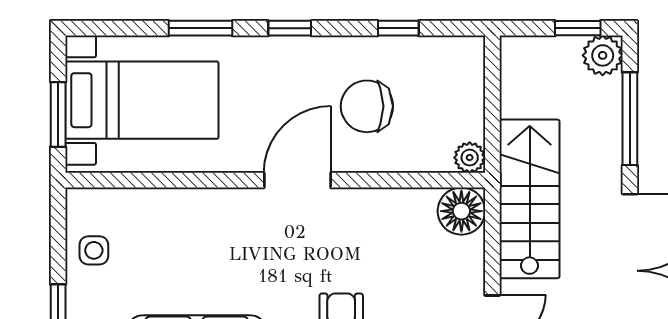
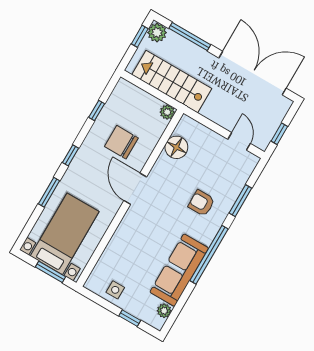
chair: (367, 106) -> (121, 142), turned 90
stairs: (530, 199) -> (172, 82), moved
floor lamp: (461, 211) -> (176, 147), moved

